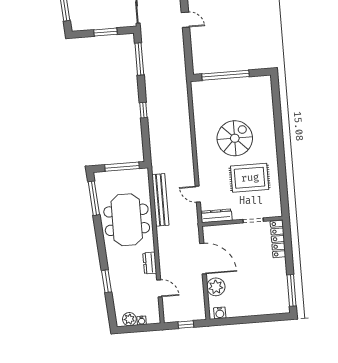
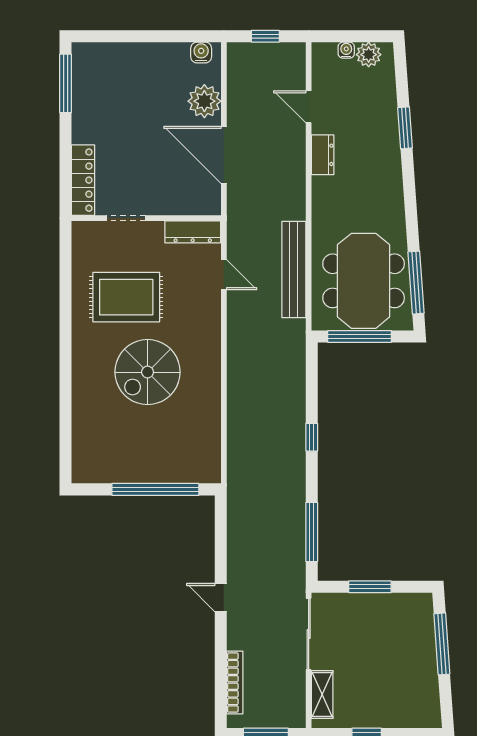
meeting table: (127, 220) -> (364, 281), moved

